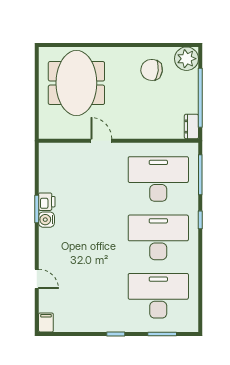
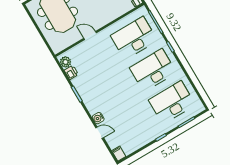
plant: (47, 157) -> (65, 62), added
printer: (47, 202) -> (71, 72), moved
water cooler: (47, 220) -> (98, 118), moved

